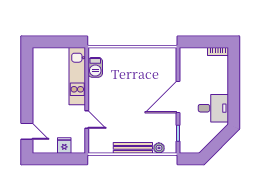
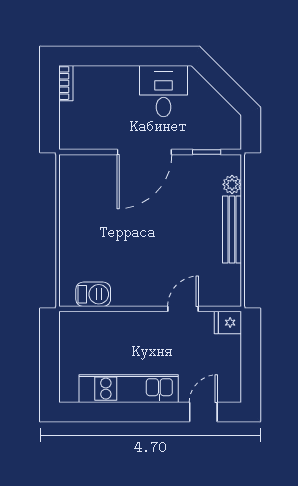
kitchen unit: (77, 76) -> (129, 389), moved, turned 180
door: (178, 97) -> (144, 152), hinge flipped
fridge: (64, 146) -> (228, 323), moved

